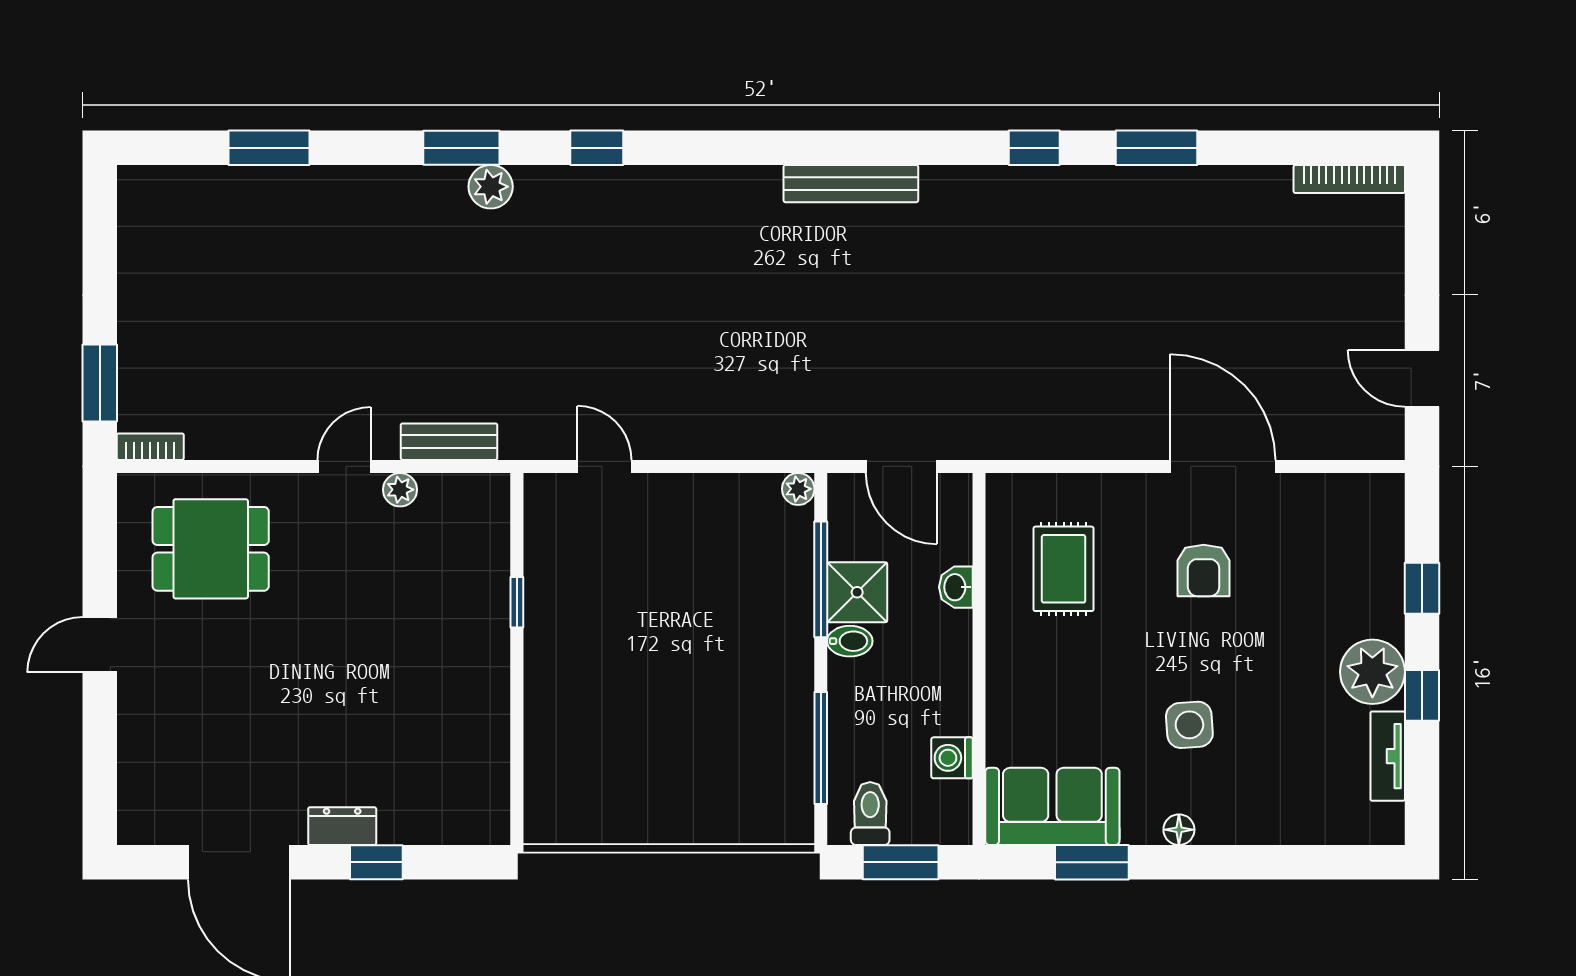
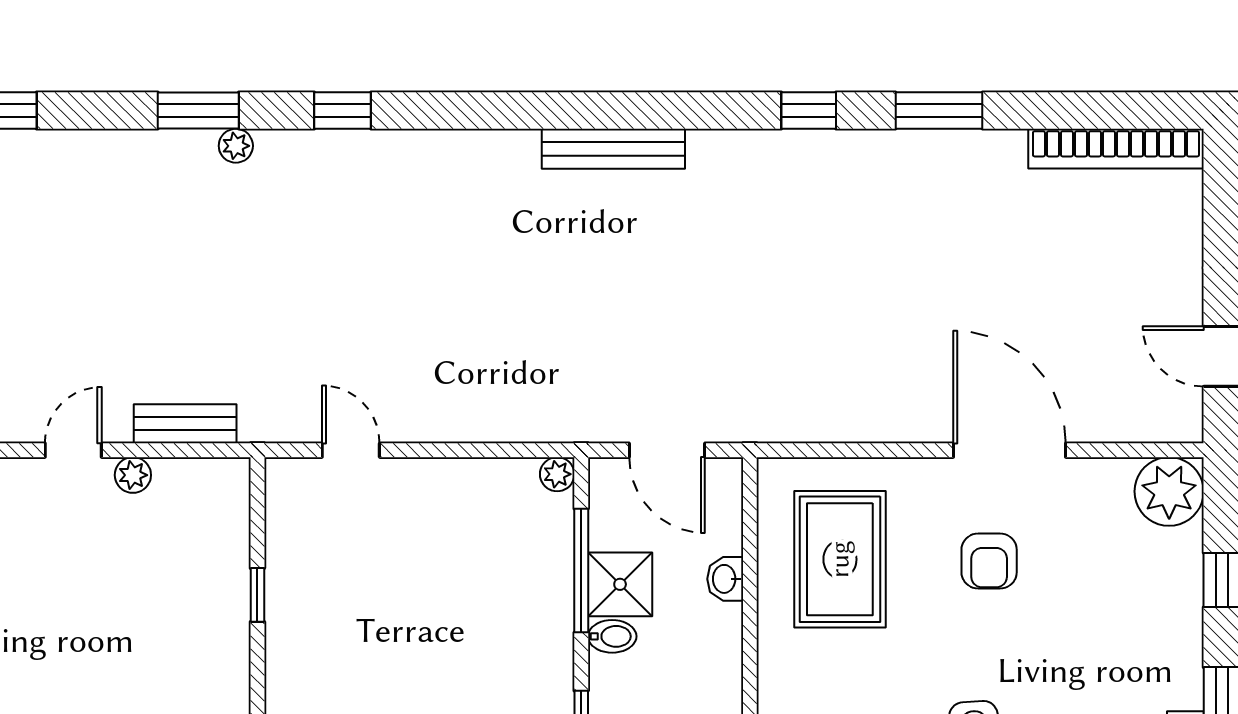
bookcase: (1349, 179) -> (1116, 149), width x1.48, depth x1.31
plant: (491, 187) -> (236, 146), width x0.73, depth x0.73
rug: (1064, 569) -> (840, 559), width x1.36, depth x1.43
plant: (1372, 672) -> (1169, 491), moved

